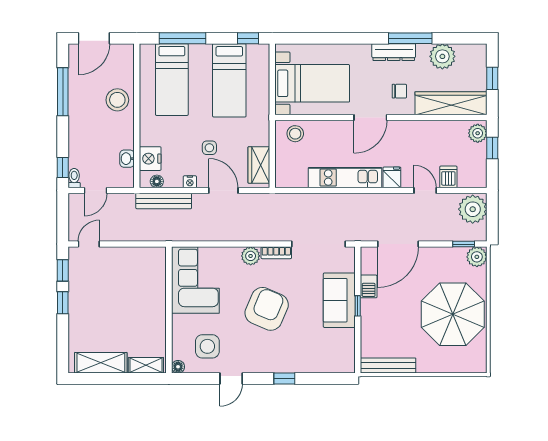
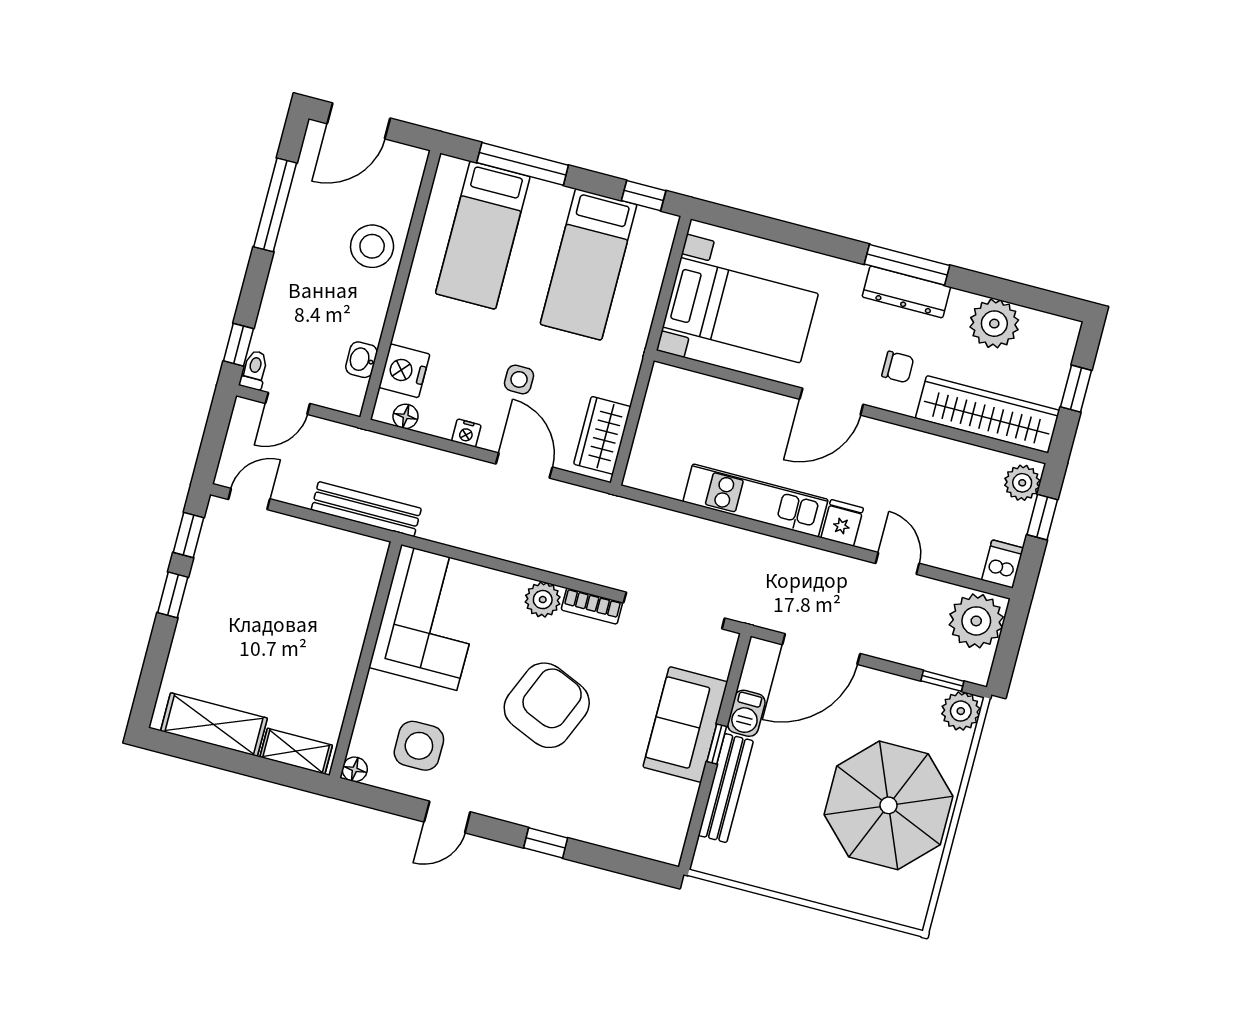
window: (410, 38) -> (907, 265), moved
stool: (295, 134) -> (685, 395), removed
dishwasher: (448, 177) -> (1003, 564), moved
bench: (164, 201) -> (366, 509), moved
bench: (388, 365) -> (726, 788), moved, turned 90

